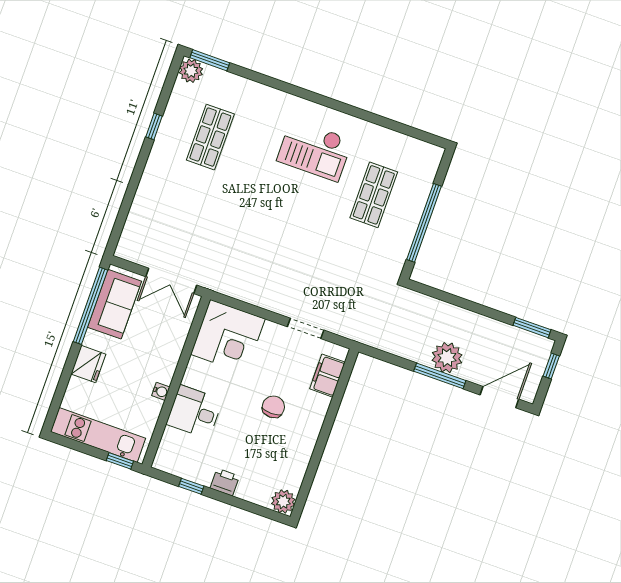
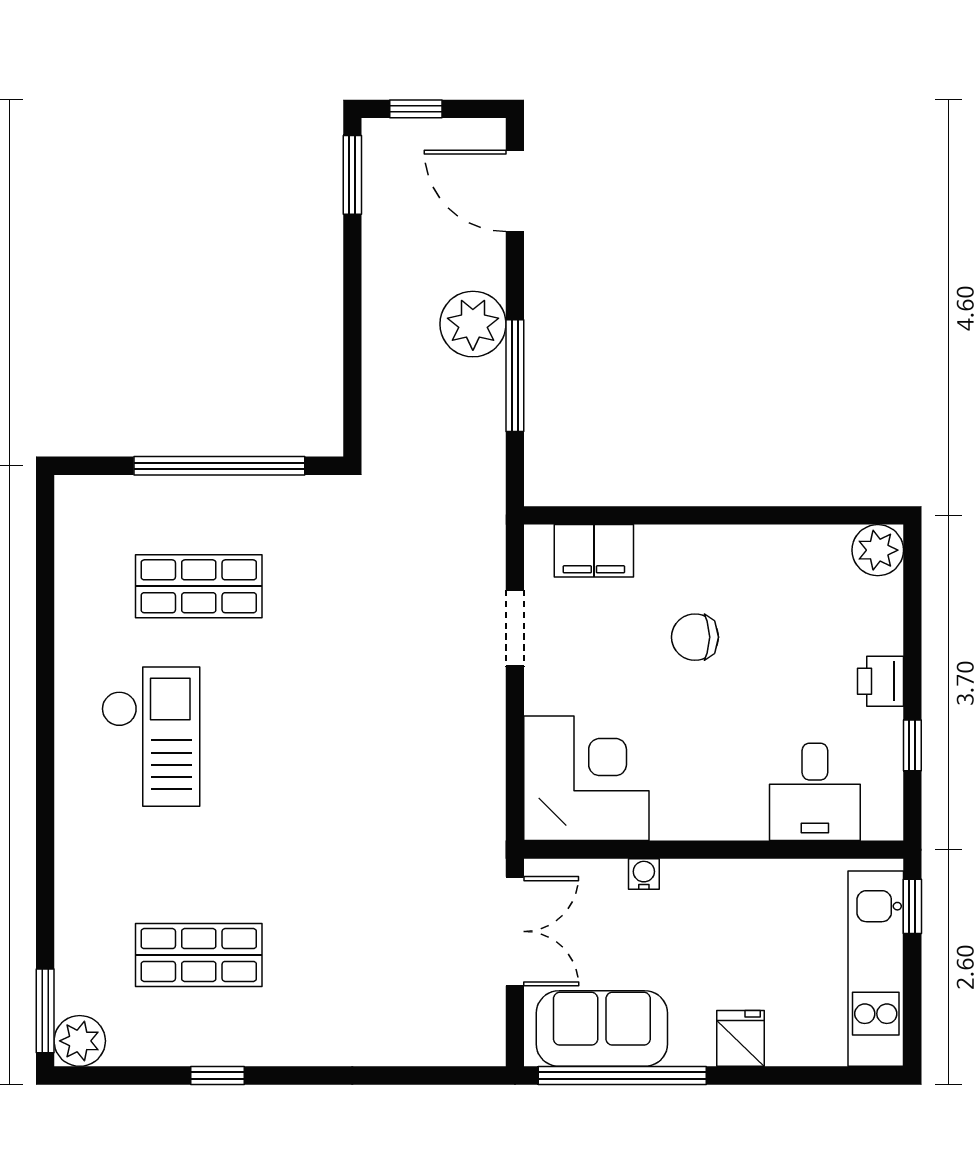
fridge: (88, 364) -> (741, 1038), width x0.72
window: (440, 376) -> (515, 376), moved
water cooler: (161, 391) -> (644, 874), moved
desk: (194, 412) -> (815, 792), moved

